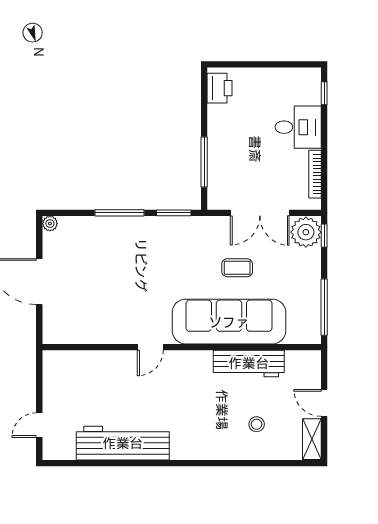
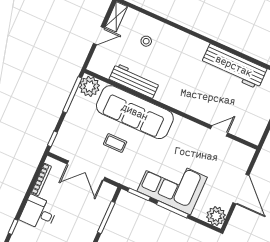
double door: (260, 213) -> (86, 171), swing flipped
plant: (50, 224) -> (216, 216), width x1.87, depth x1.87
plant: (306, 232) -> (89, 86), moved
corner sofa: (135, 247) -> (172, 184), added
door: (150, 347) -> (219, 131), moved
door: (324, 403) -> (99, 36), hinge flipped

